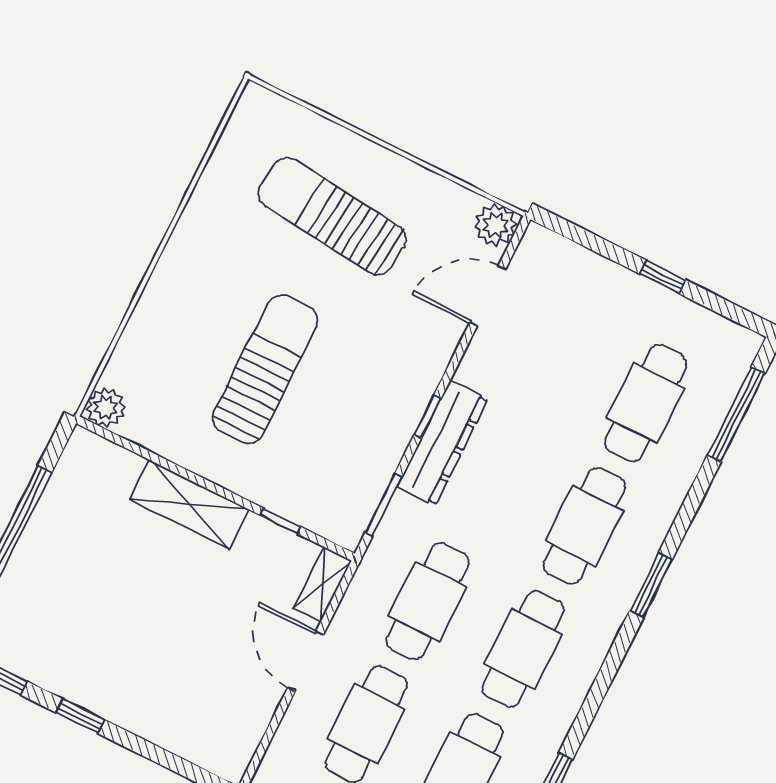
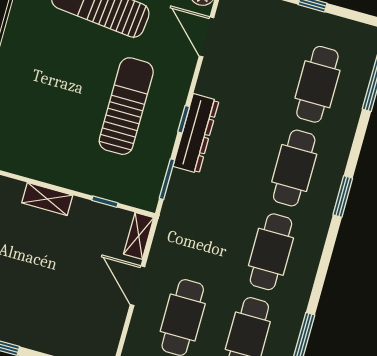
door: (488, 296) -> (206, 37), hinge flipped
sun lounger: (265, 369) -> (126, 106), moved
shelving: (189, 505) -> (47, 199), width x0.67, depth x0.75
cafe table: (428, 601) -> (206, 234), removed

